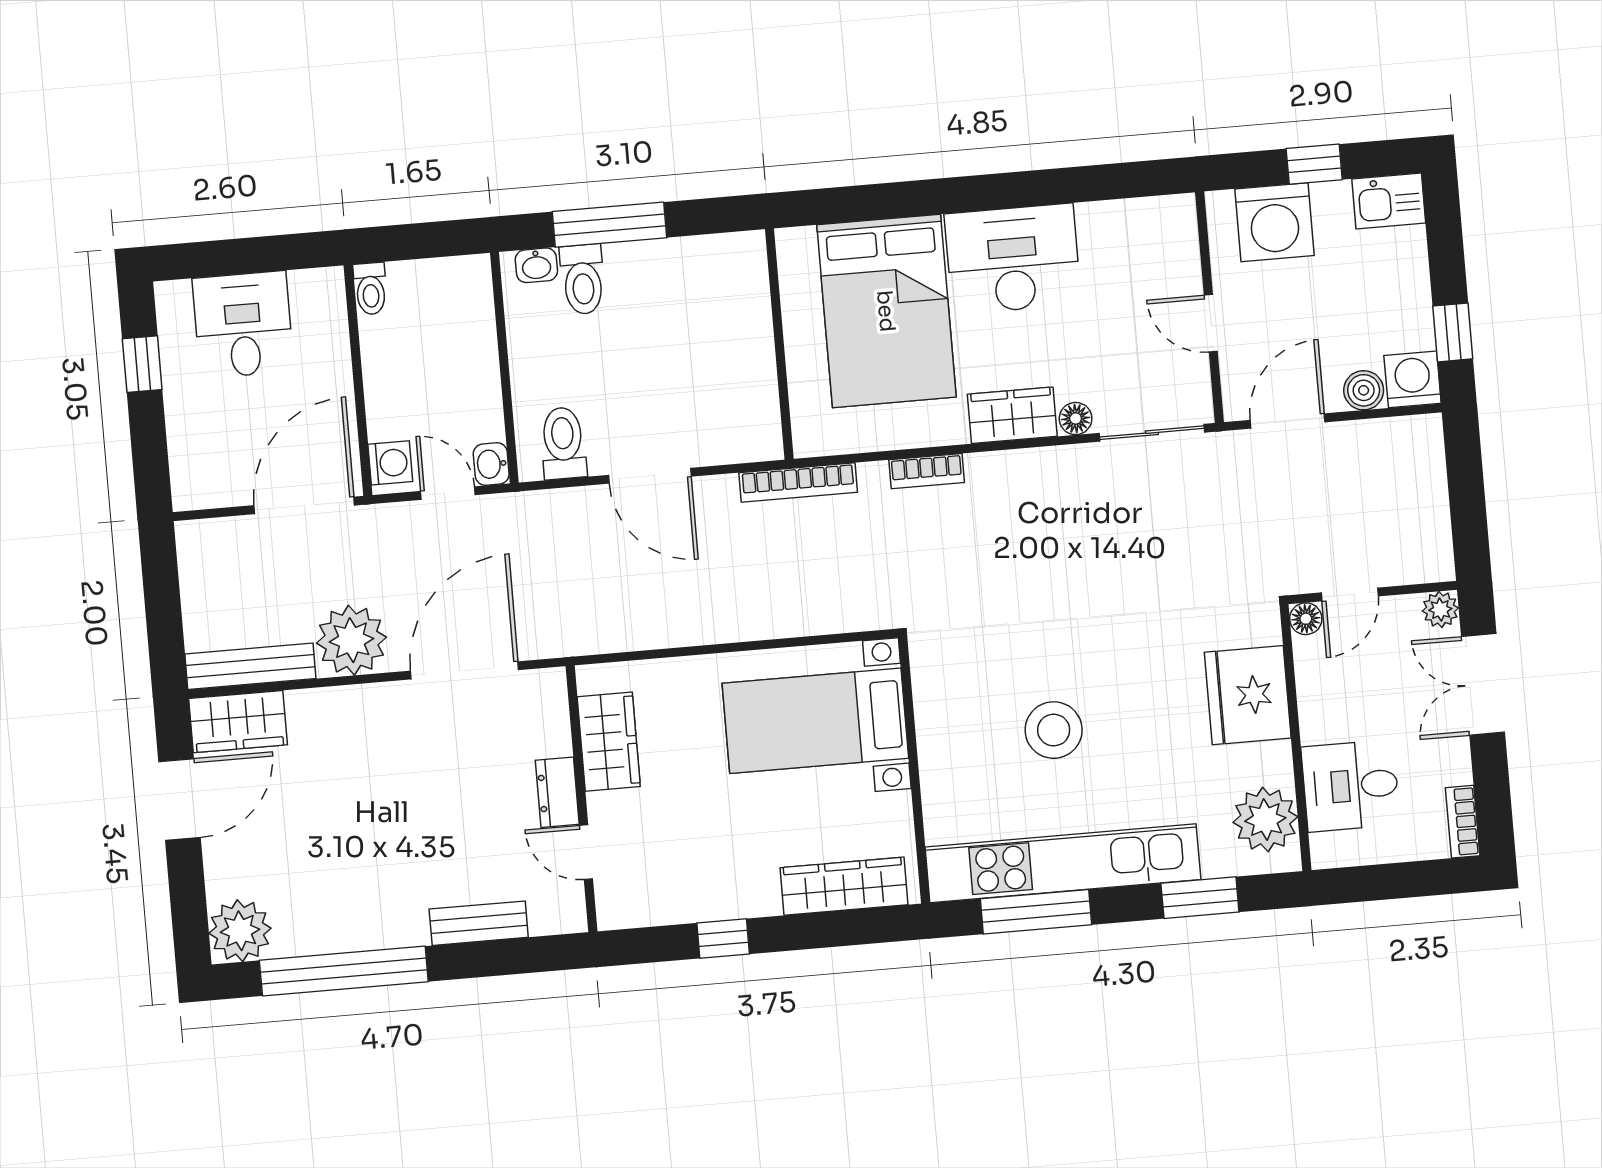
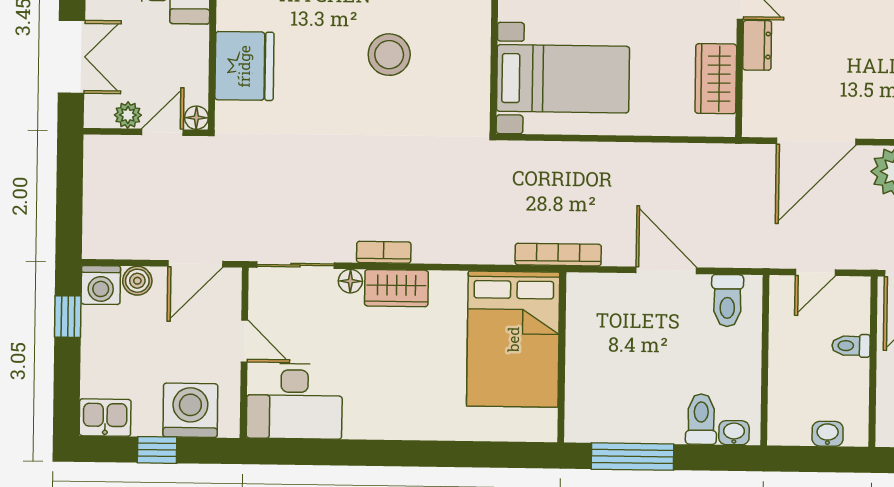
window: (609, 225) -> (633, 457), moved
desk: (1013, 259) -> (294, 401), moved
toilet: (370, 289) -> (851, 346), moved, turned -90
bed: (886, 311) -> (513, 339), moved, turned 180
washing machine: (390, 463) -> (855, 299), removed
washbasin: (491, 464) -> (828, 434), moved, turned -90
bookcase: (927, 471) -> (384, 252), moved
door: (448, 493) -> (815, 272), hinge flipped
plant: (1440, 609) -> (128, 115), moved

